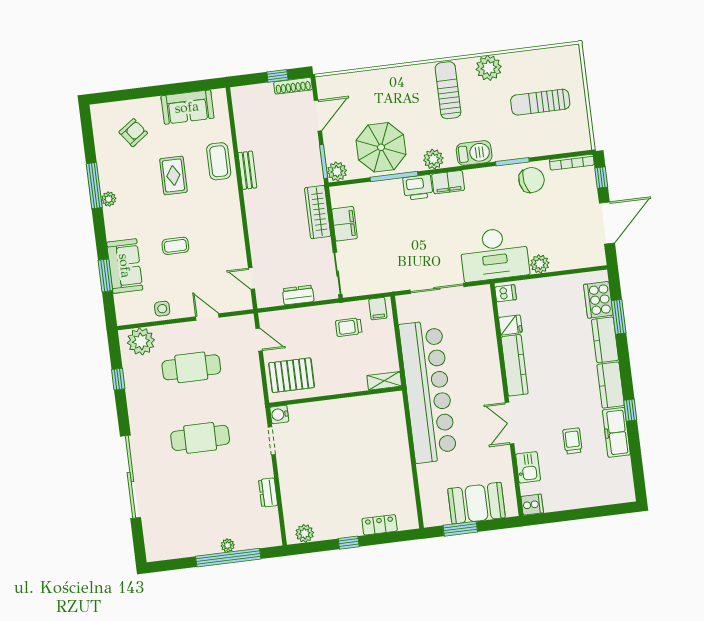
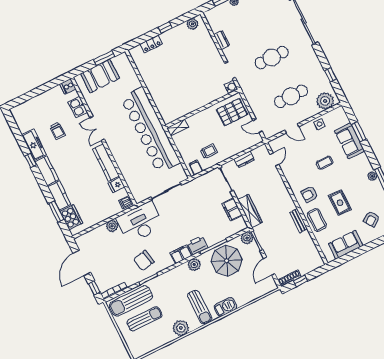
sun lounger: (552, 137) -> (131, 301), added
barbecue: (474, 153) -> (225, 307), moved, turned 180
chair: (532, 180) -> (144, 261), moved
armchair: (216, 205) -> (309, 194), added
door: (252, 278) -> (274, 159), hinge flipped
double door: (510, 423) -> (97, 129), swing flipped

